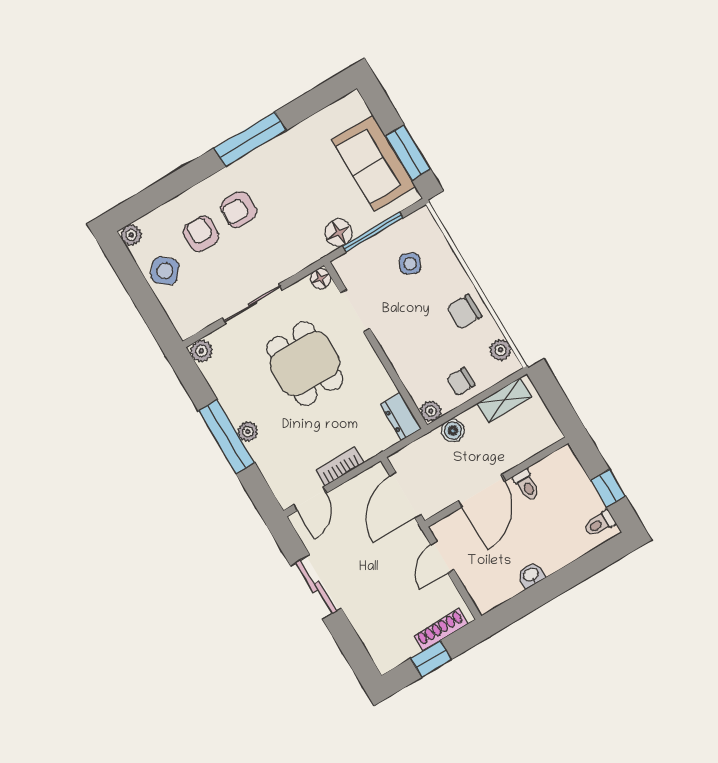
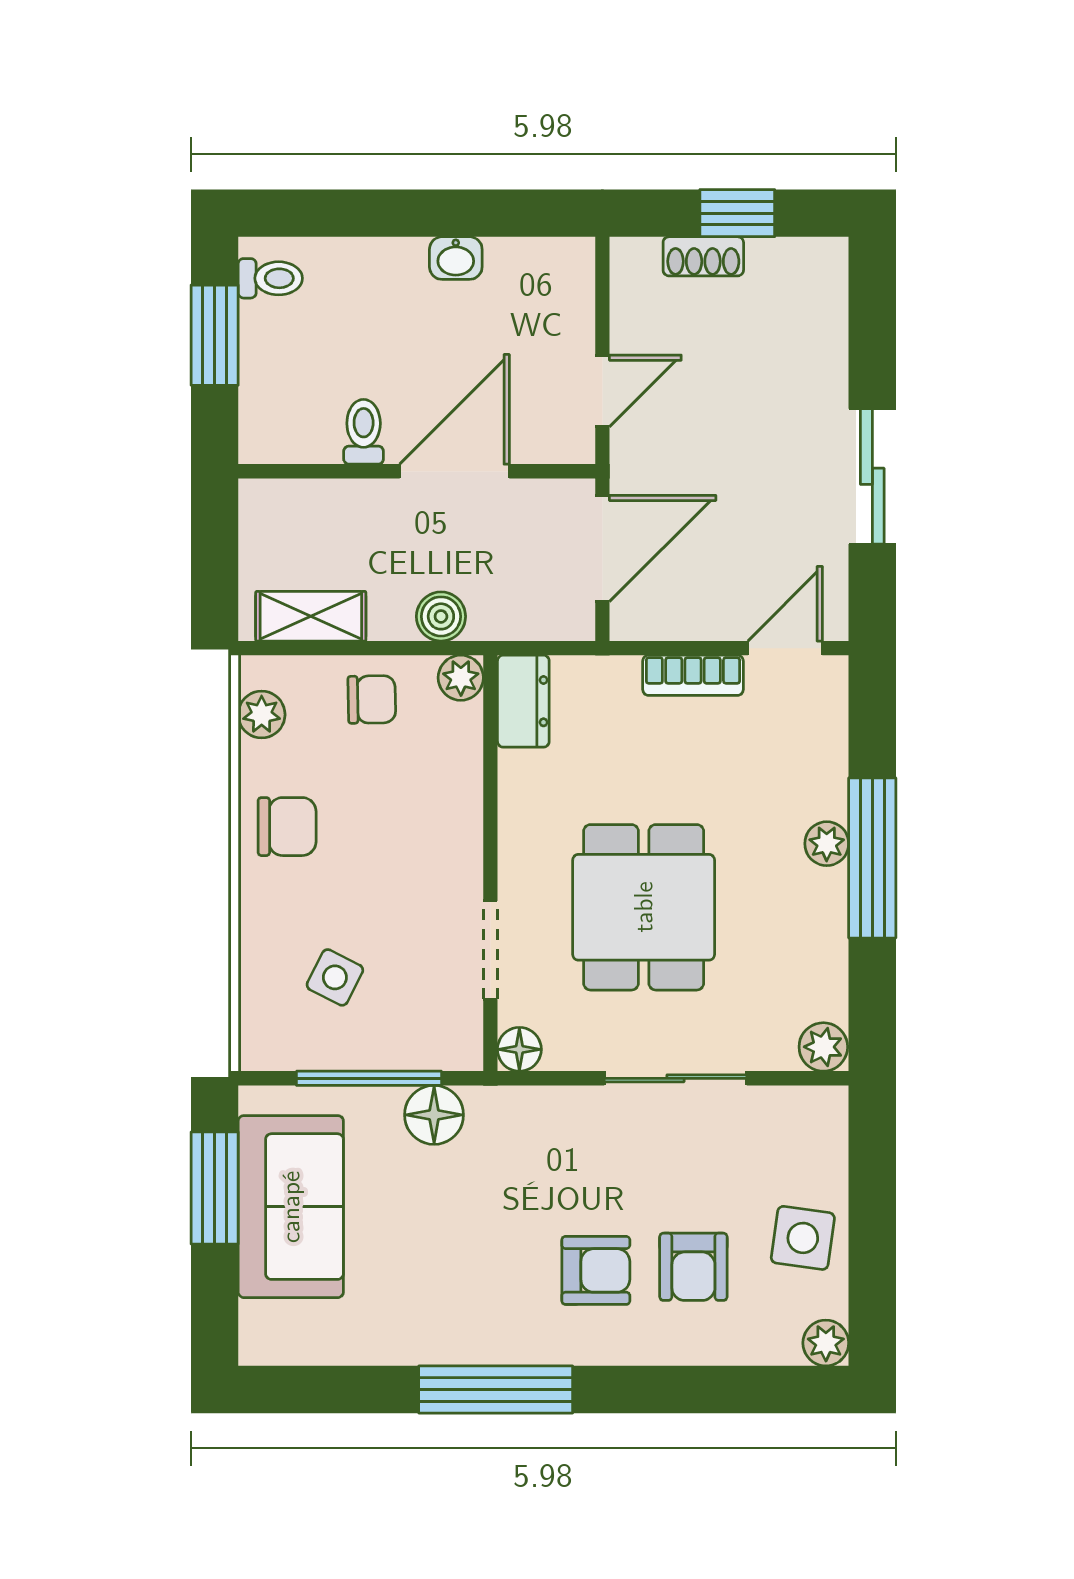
side table: (165, 271) -> (803, 1238), turned -32
window: (608, 488) -> (215, 335), width x1.50
shoe rack: (441, 630) -> (703, 256), width x0.70

